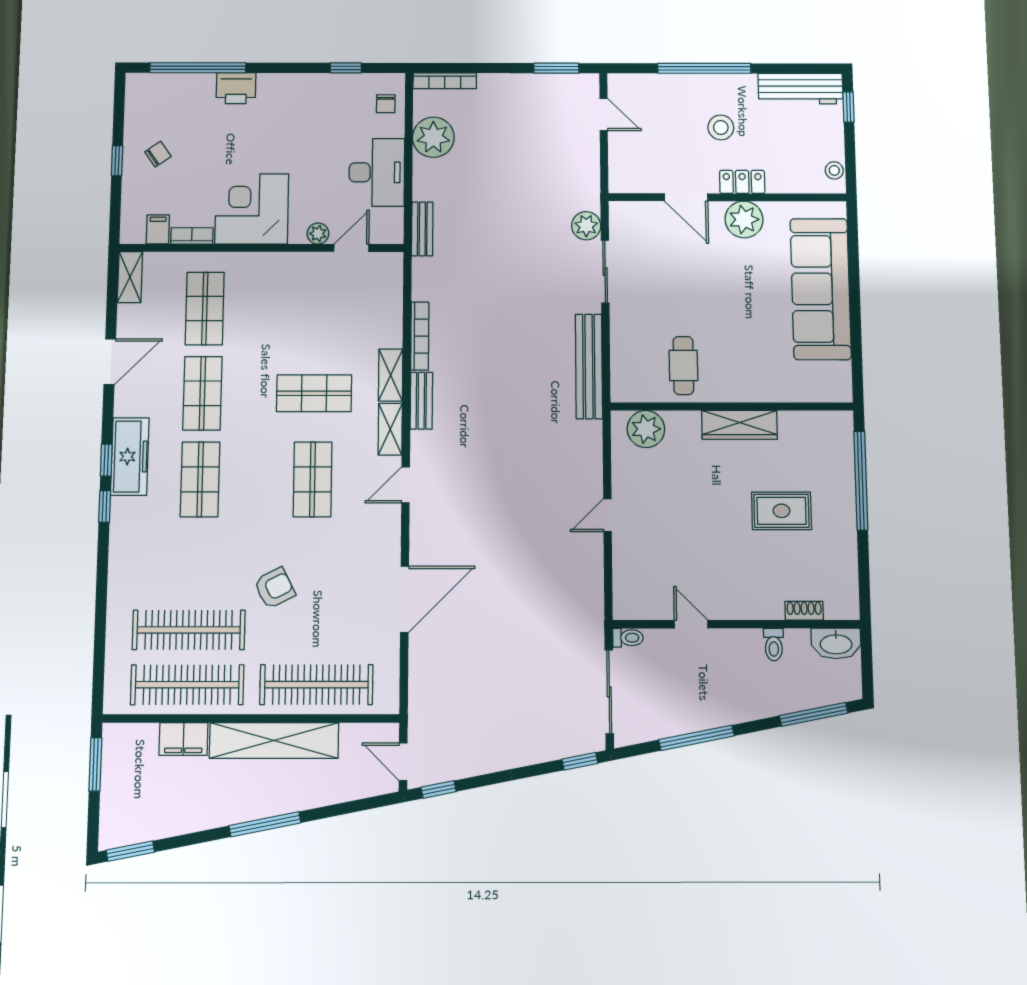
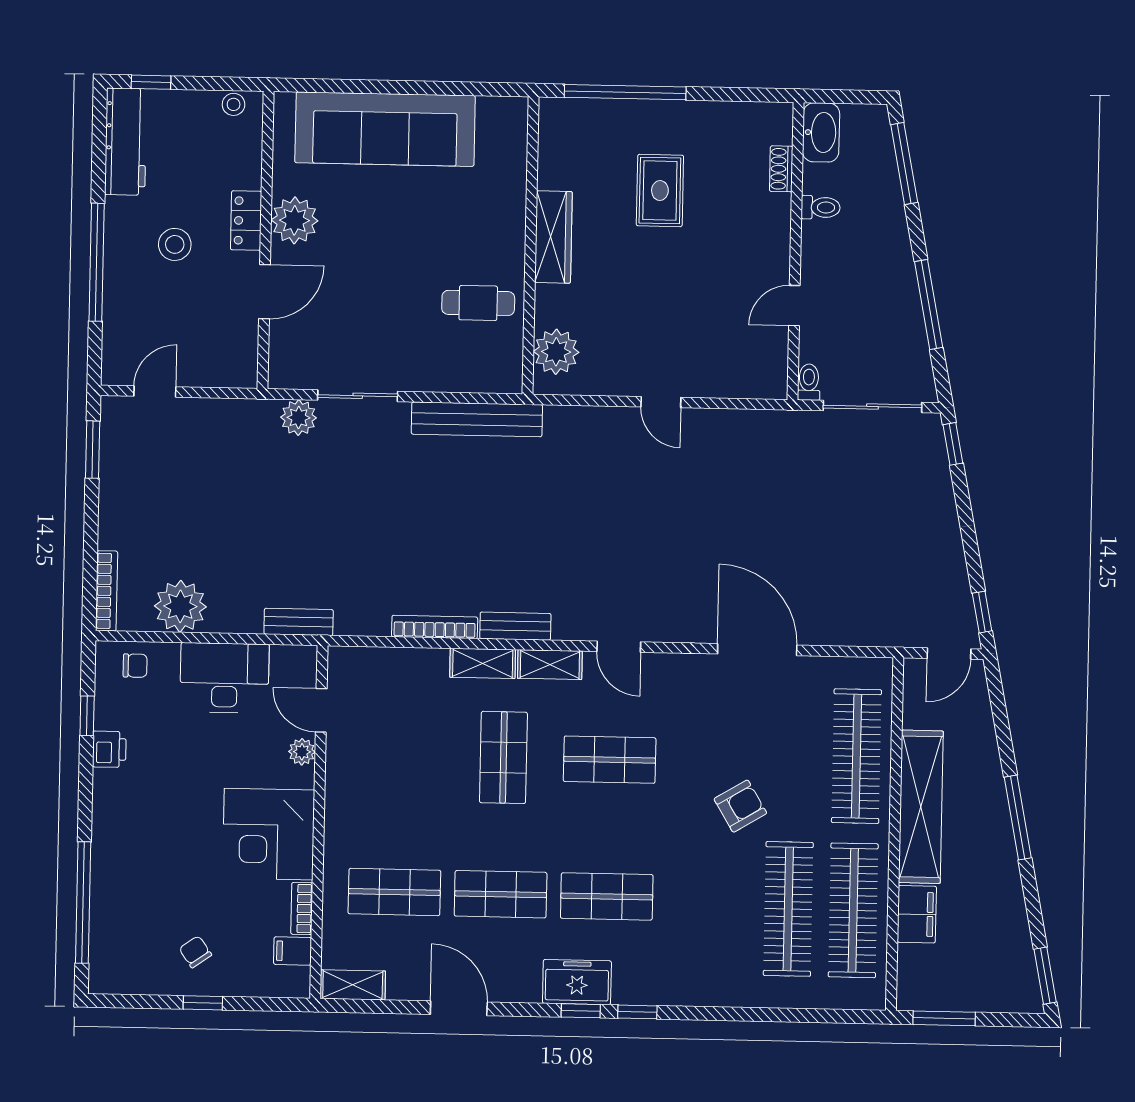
printer: (236, 88) -> (109, 749), moved, width x0.73, depth x0.81
freezer: (130, 457) -> (577, 982), width x0.71
armchair: (274, 588) -> (740, 806), turned 86

